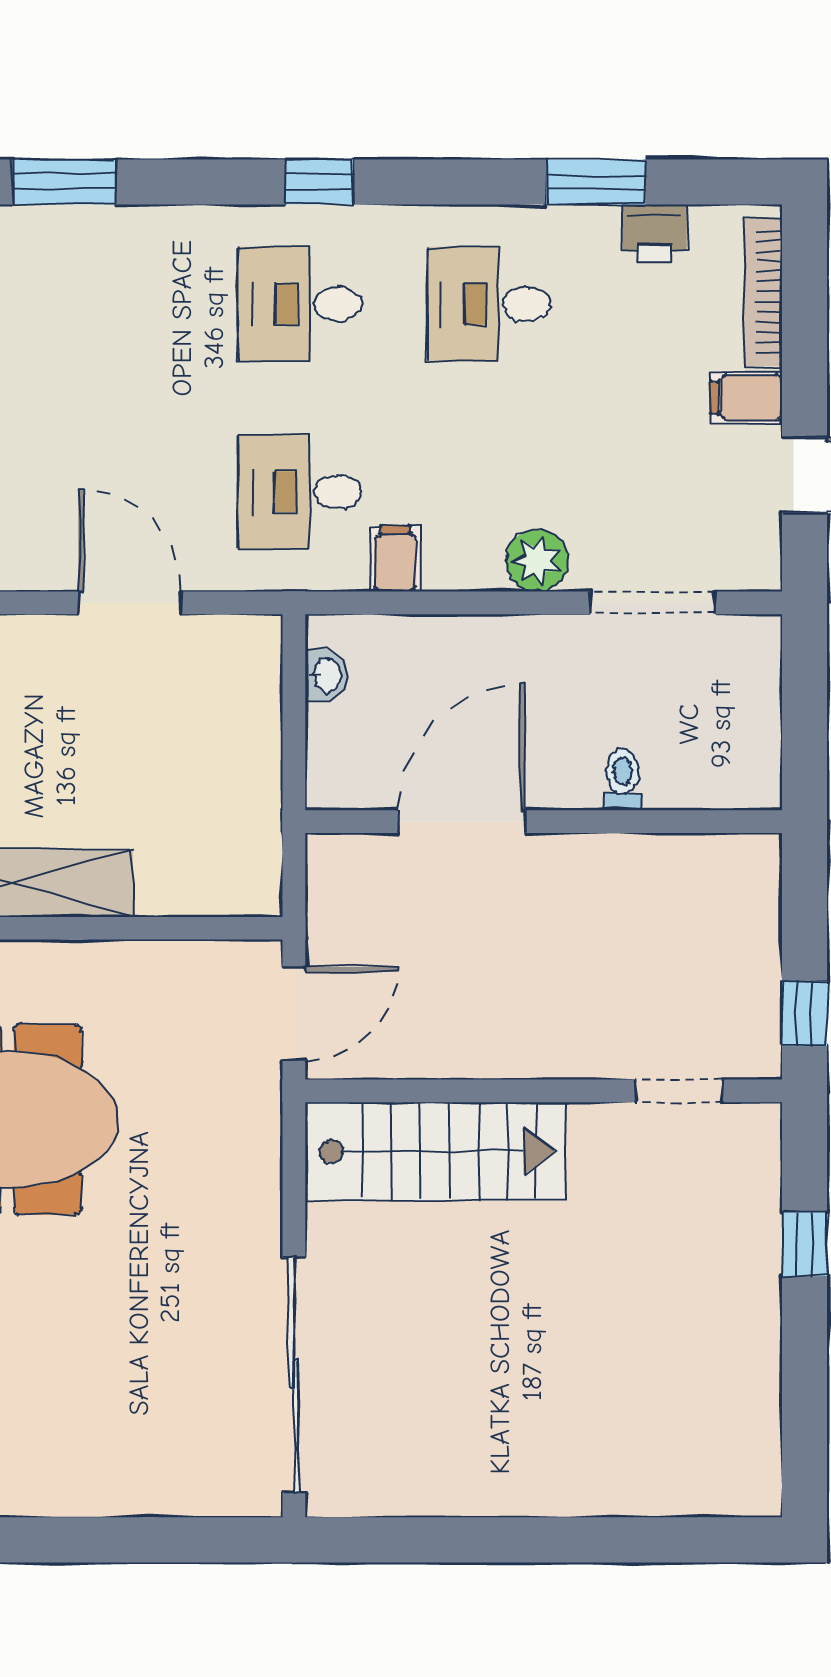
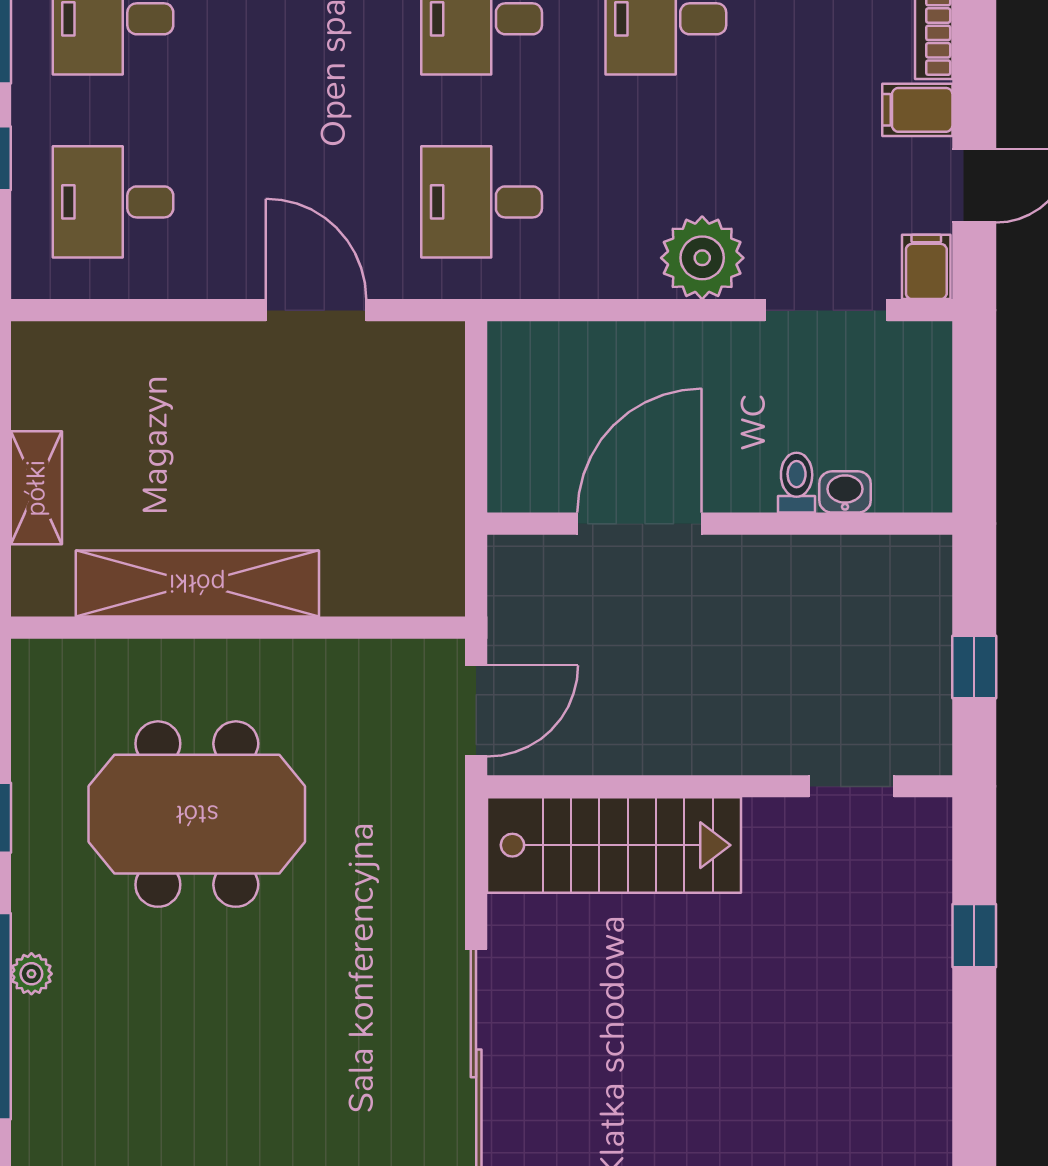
filing cabinet: (395, 559) -> (926, 267), moved
plant: (537, 560) -> (702, 258), width x1.36, depth x1.36
washbasin: (326, 675) -> (845, 492), moved, turned -90
window: (805, 1014) -> (974, 667), moved

